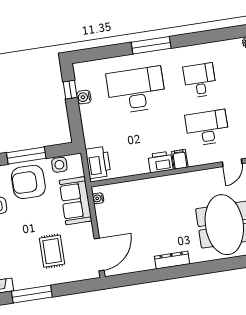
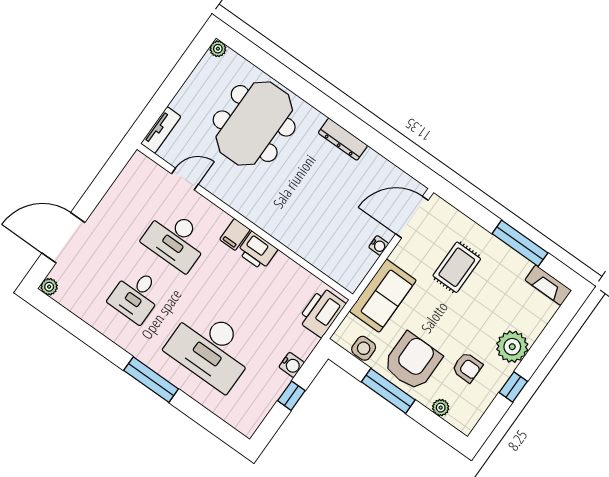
window: (70, 90) -> (291, 396), moved
water cooler: (84, 97) -> (292, 365), moved
armchair: (28, 182) -> (412, 362), turned -90
water cooler: (98, 198) -> (379, 246), moved

